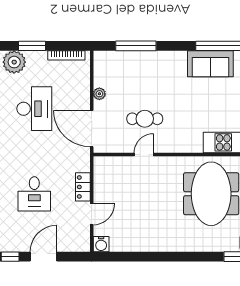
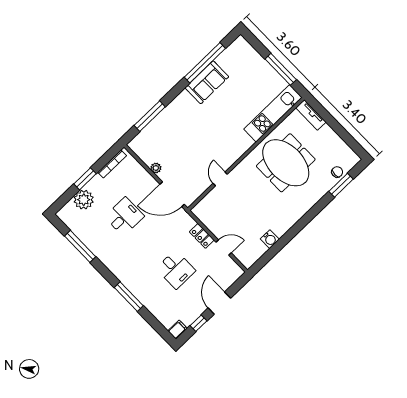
desk: (34, 109) -> (124, 217), width x0.73
cafe table: (145, 119) -> (199, 156), removed
door: (92, 214) -> (224, 248), hinge flipped
water cooler: (101, 244) -> (270, 239), moved

